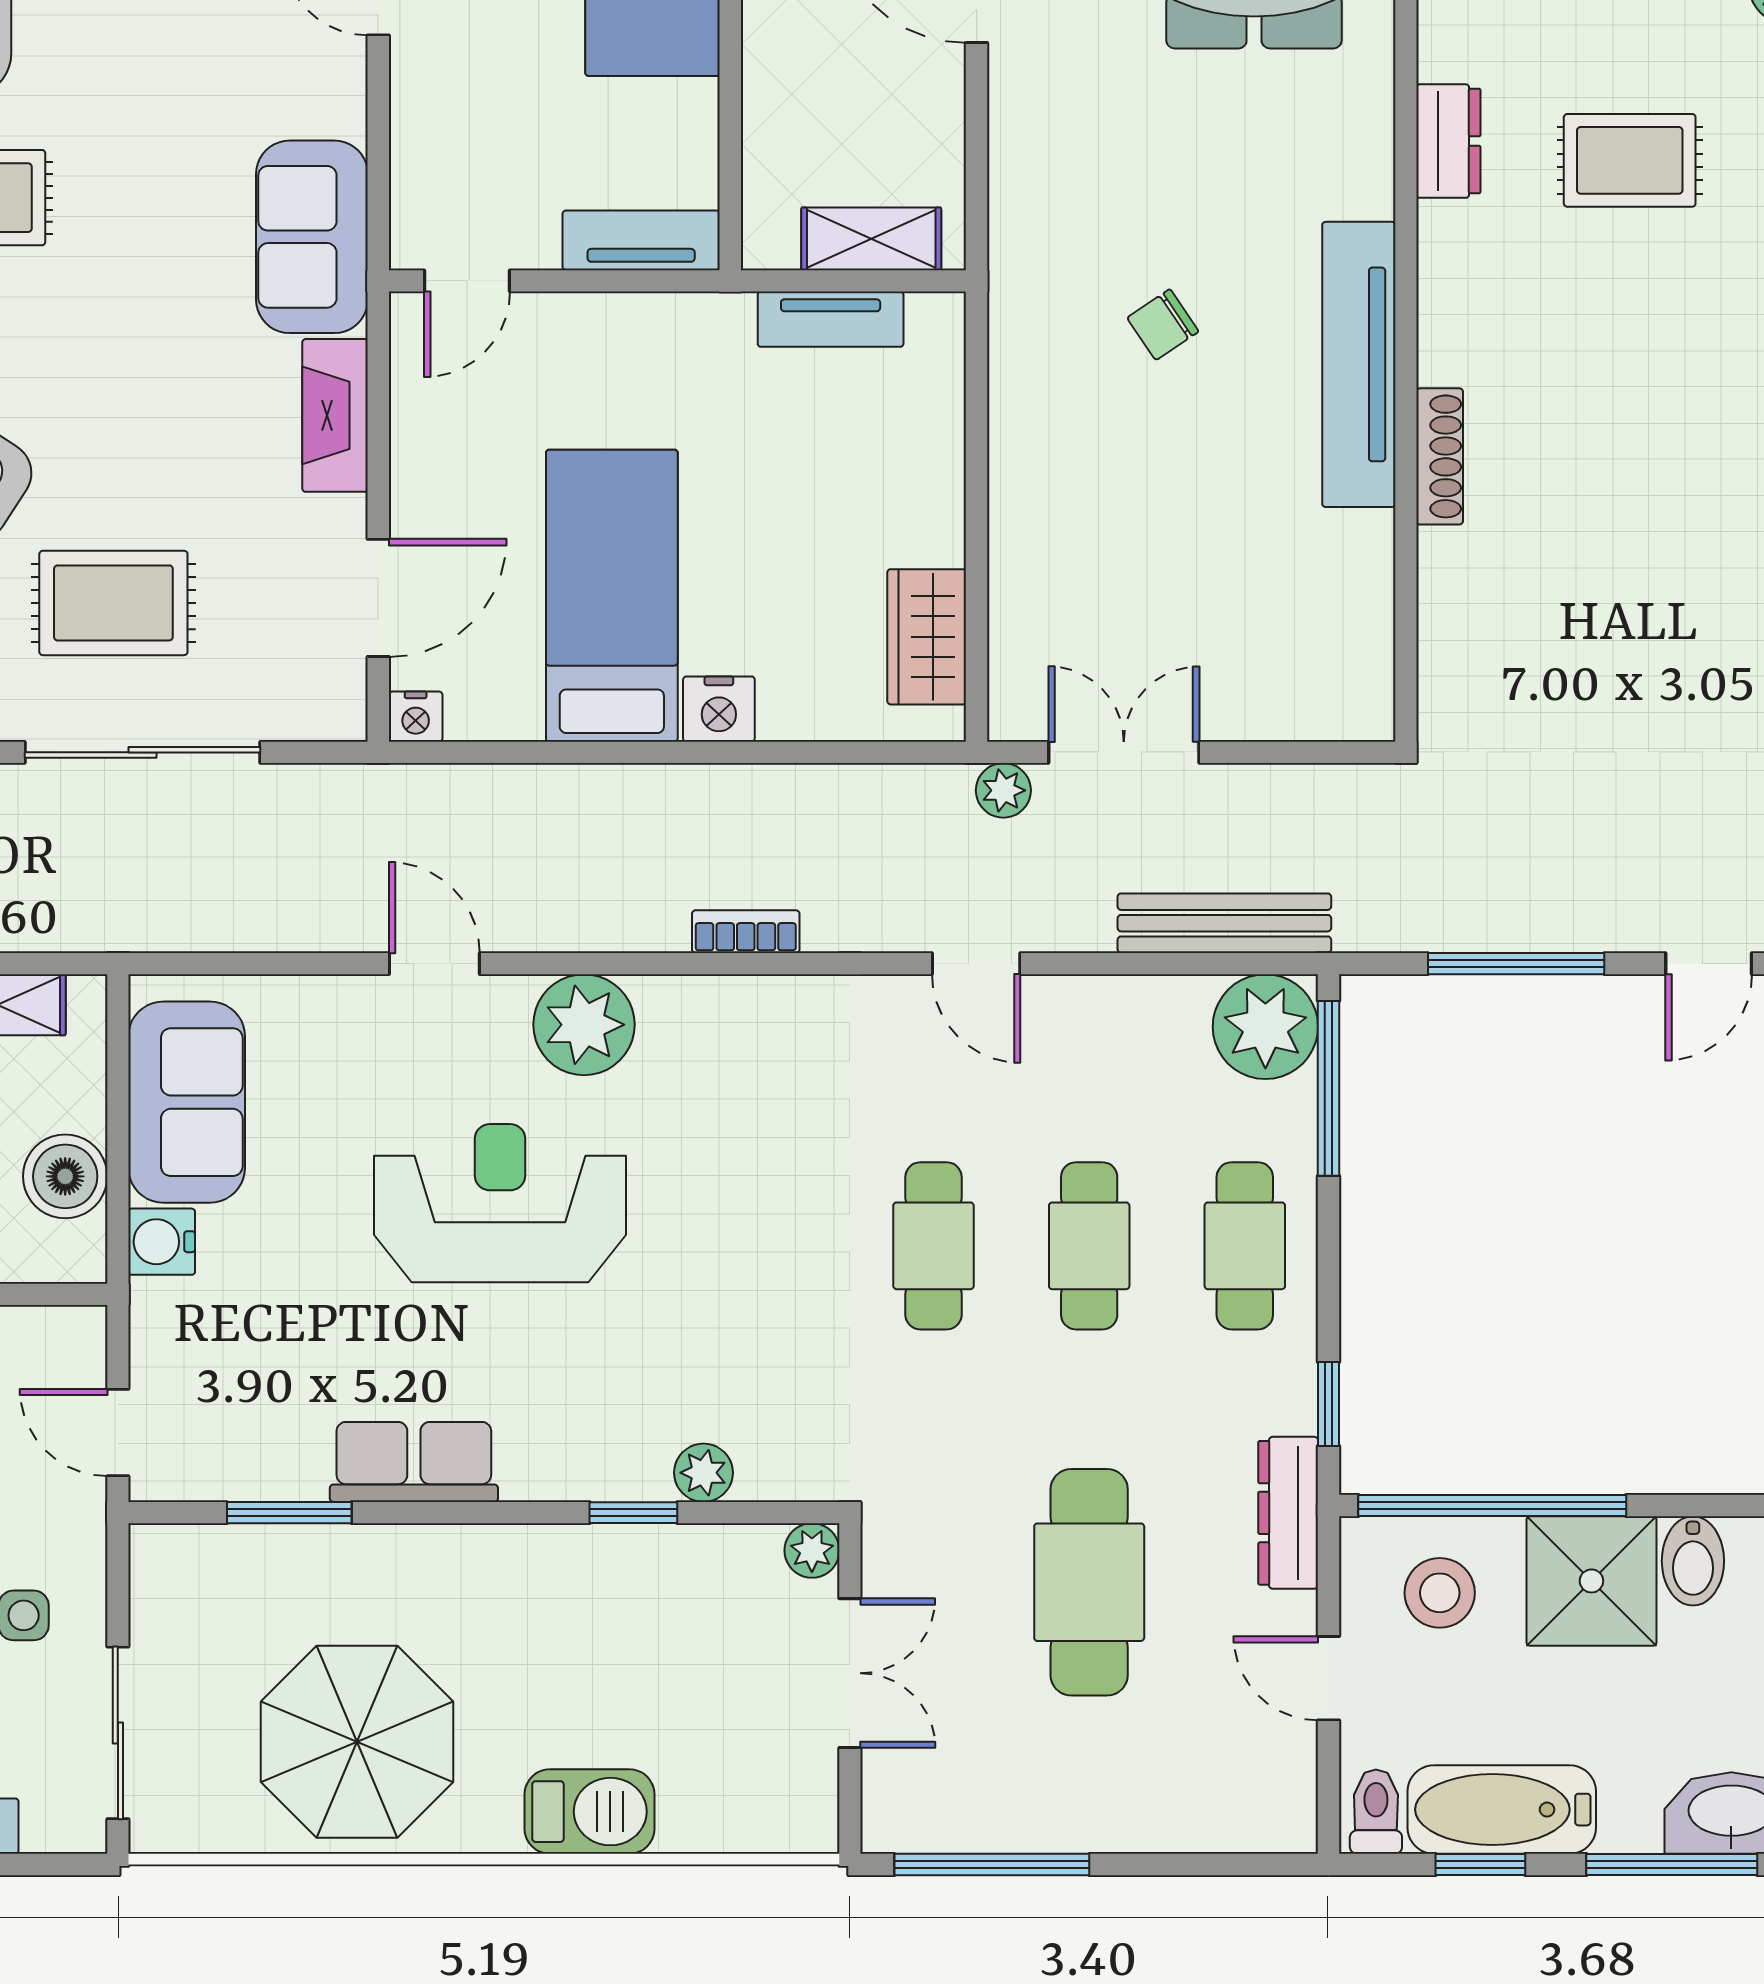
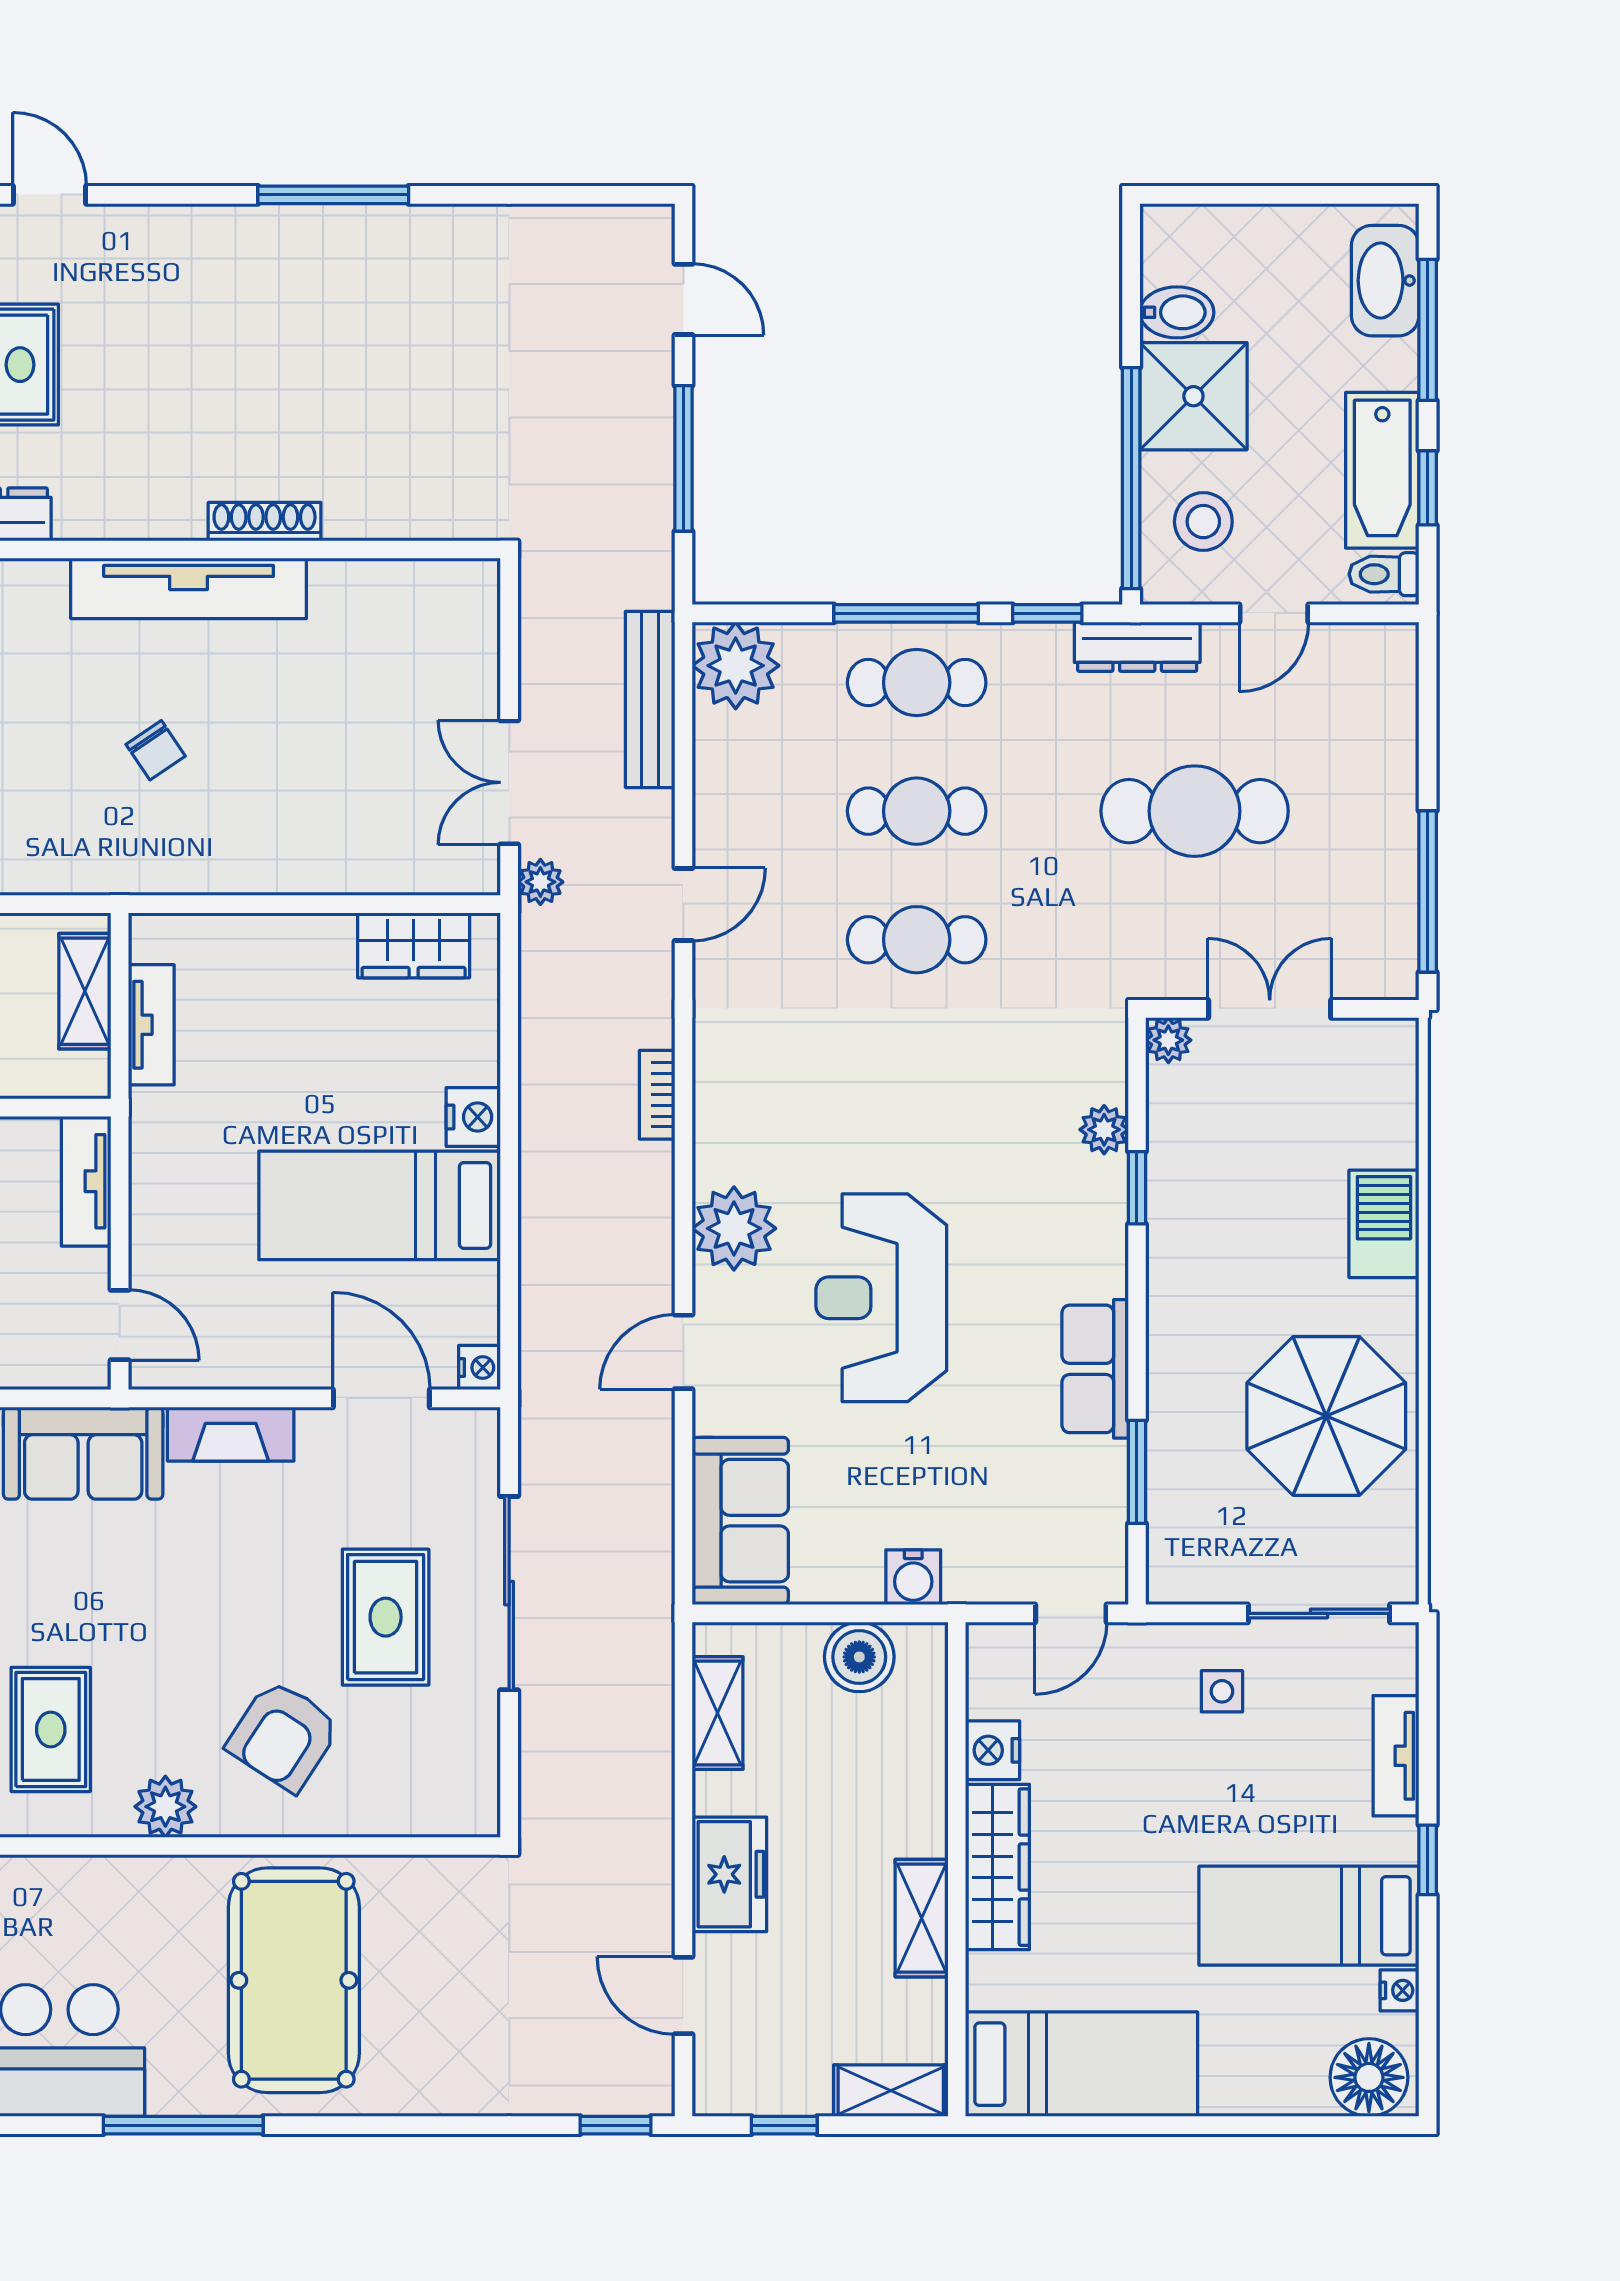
window: (1328, 1088) -> (906, 613), moved
sofa: (187, 1102) -> (740, 1521), moved, turned 90

